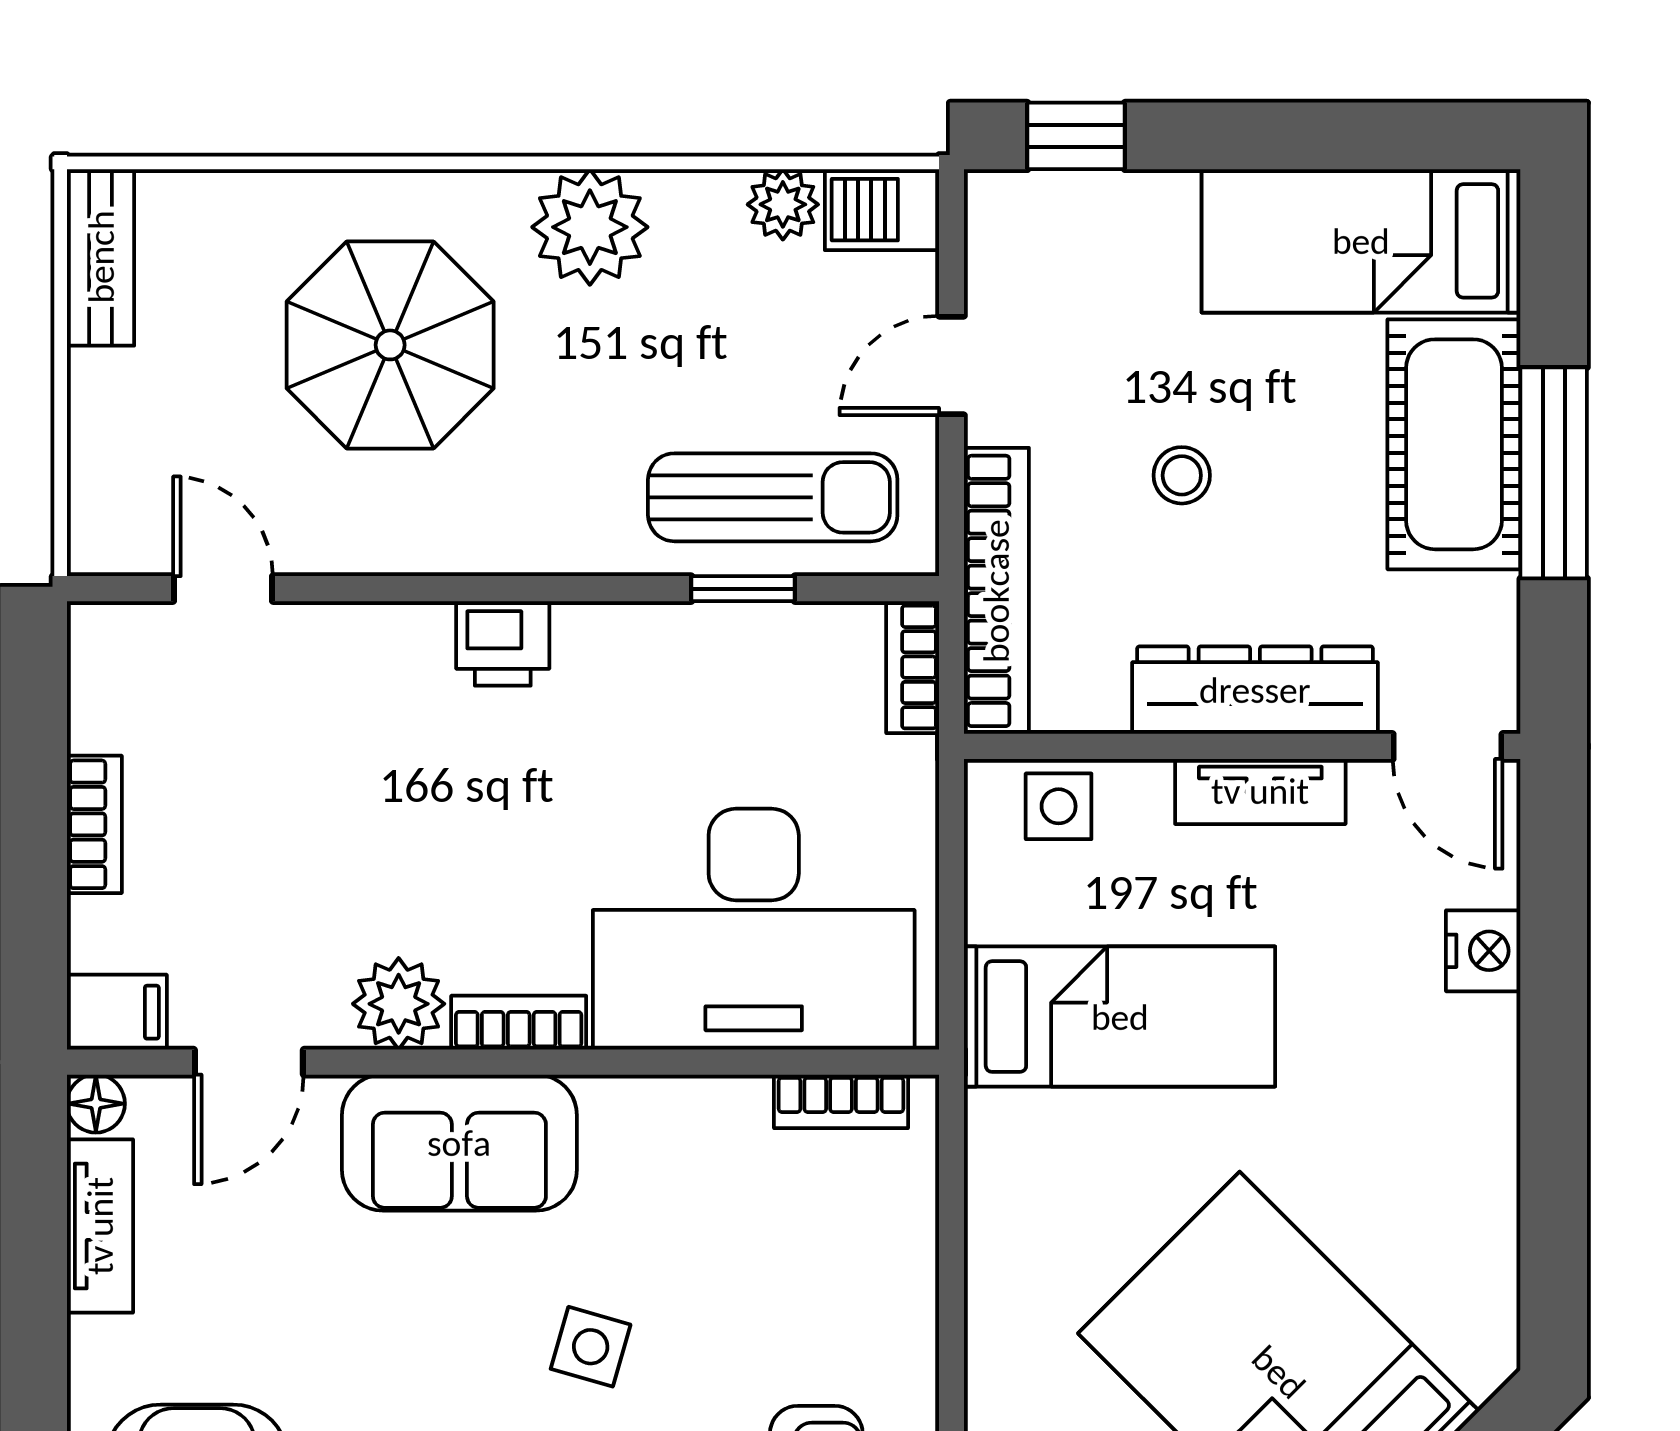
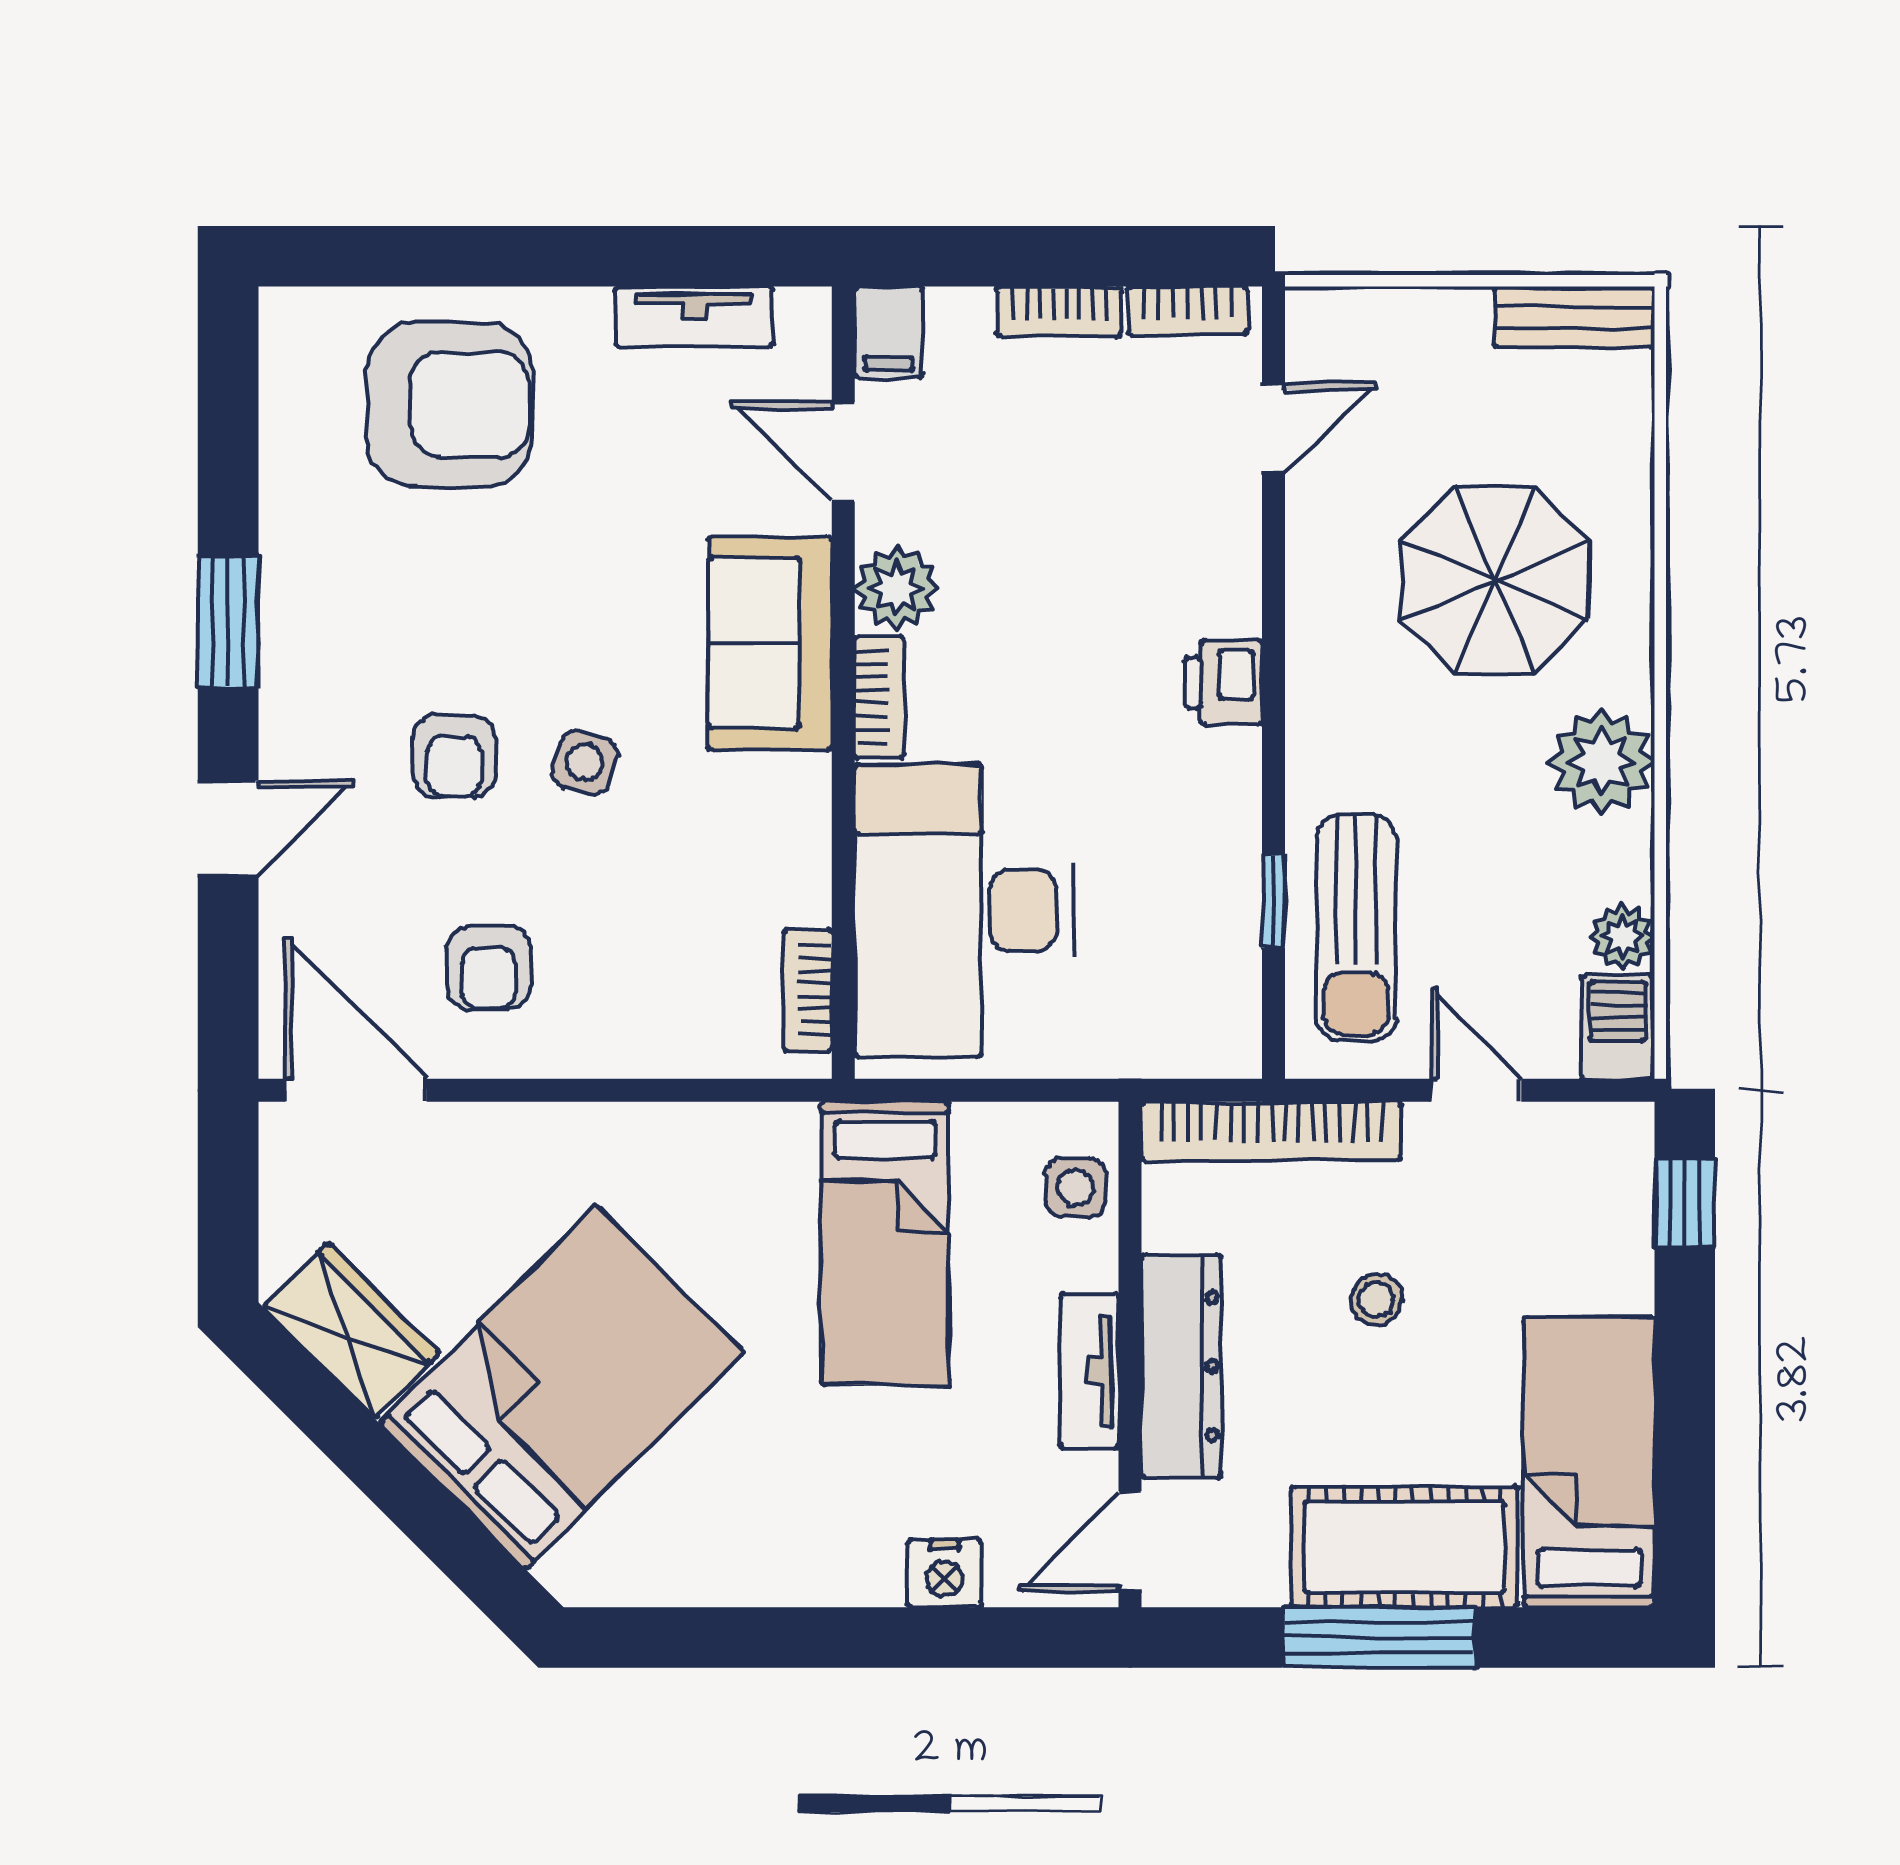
bookcase: (913, 667) -> (1188, 310), moved, turned 180
floor lamp: (96, 1104) -> (806, 313), removed

